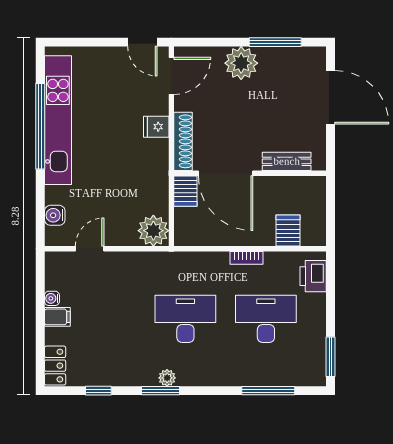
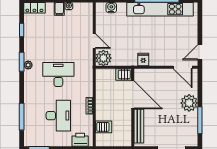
fridge: (156, 127) -> (143, 59), moved
shoe rack: (183, 141) -> (149, 73), removed
bench: (287, 161) -> (139, 126), width x1.36
door: (226, 173) -> (133, 95), swing flipped
door: (90, 249) -> (94, 41), moved
desk: (185, 319) -> (58, 74), turned -90

